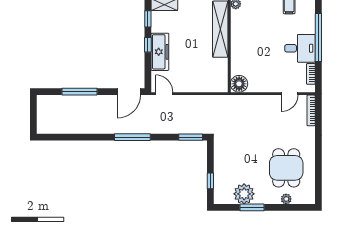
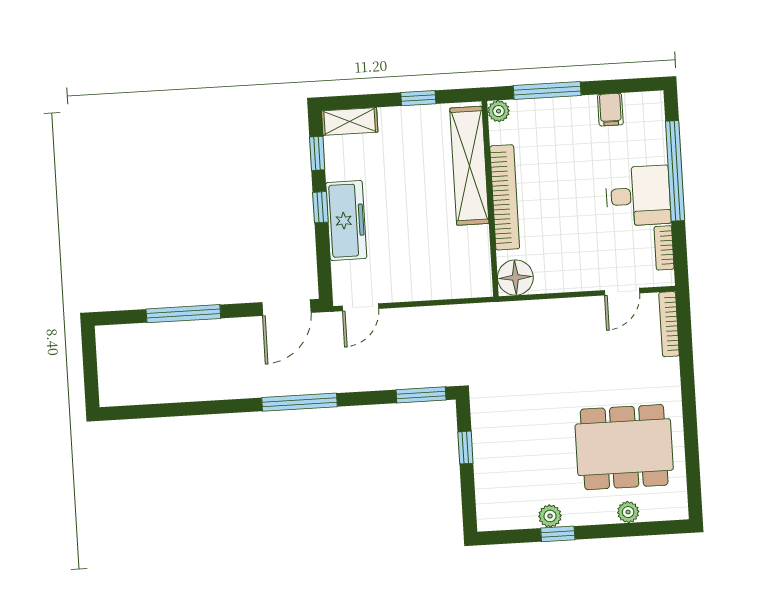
bookcase: (236, 45) -> (505, 197), added
door: (164, 94) -> (360, 307), swing flipped
dining table: (286, 168) -> (624, 447), width x1.38
window: (210, 181) -> (465, 448), moved
plant: (244, 194) -> (550, 516), width x0.53, depth x0.53
window: (252, 207) -> (558, 534), width x0.67

